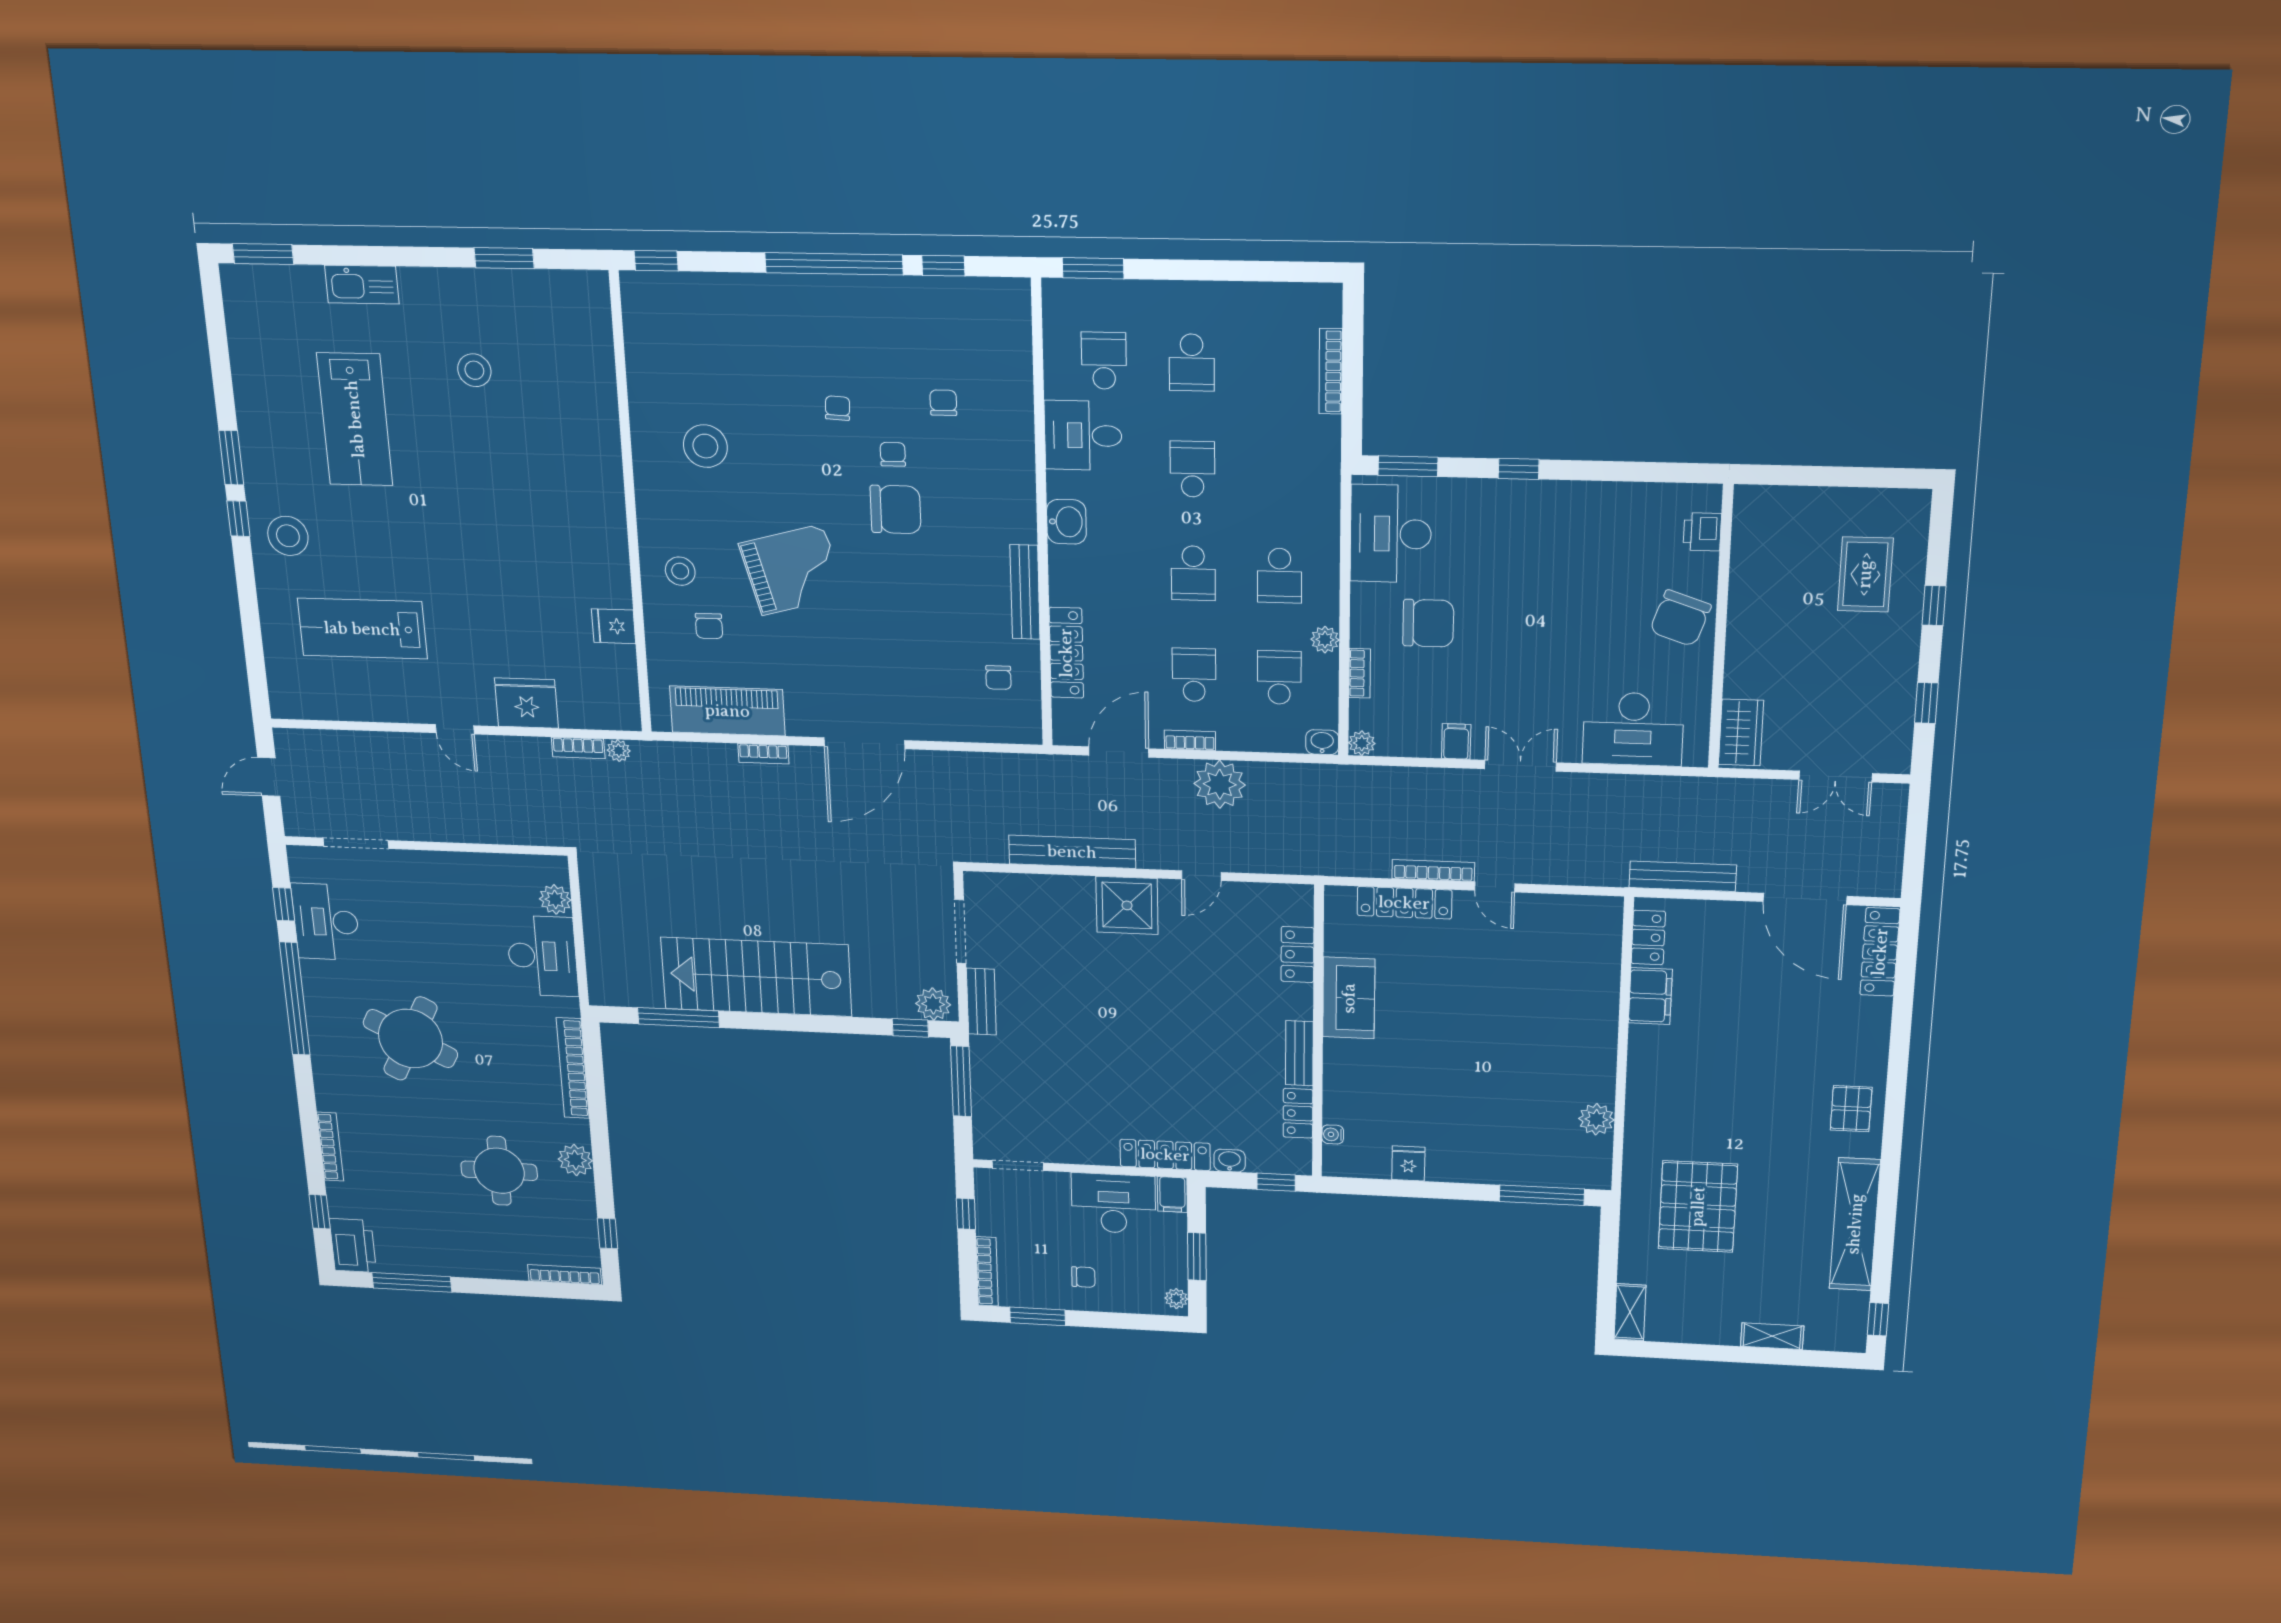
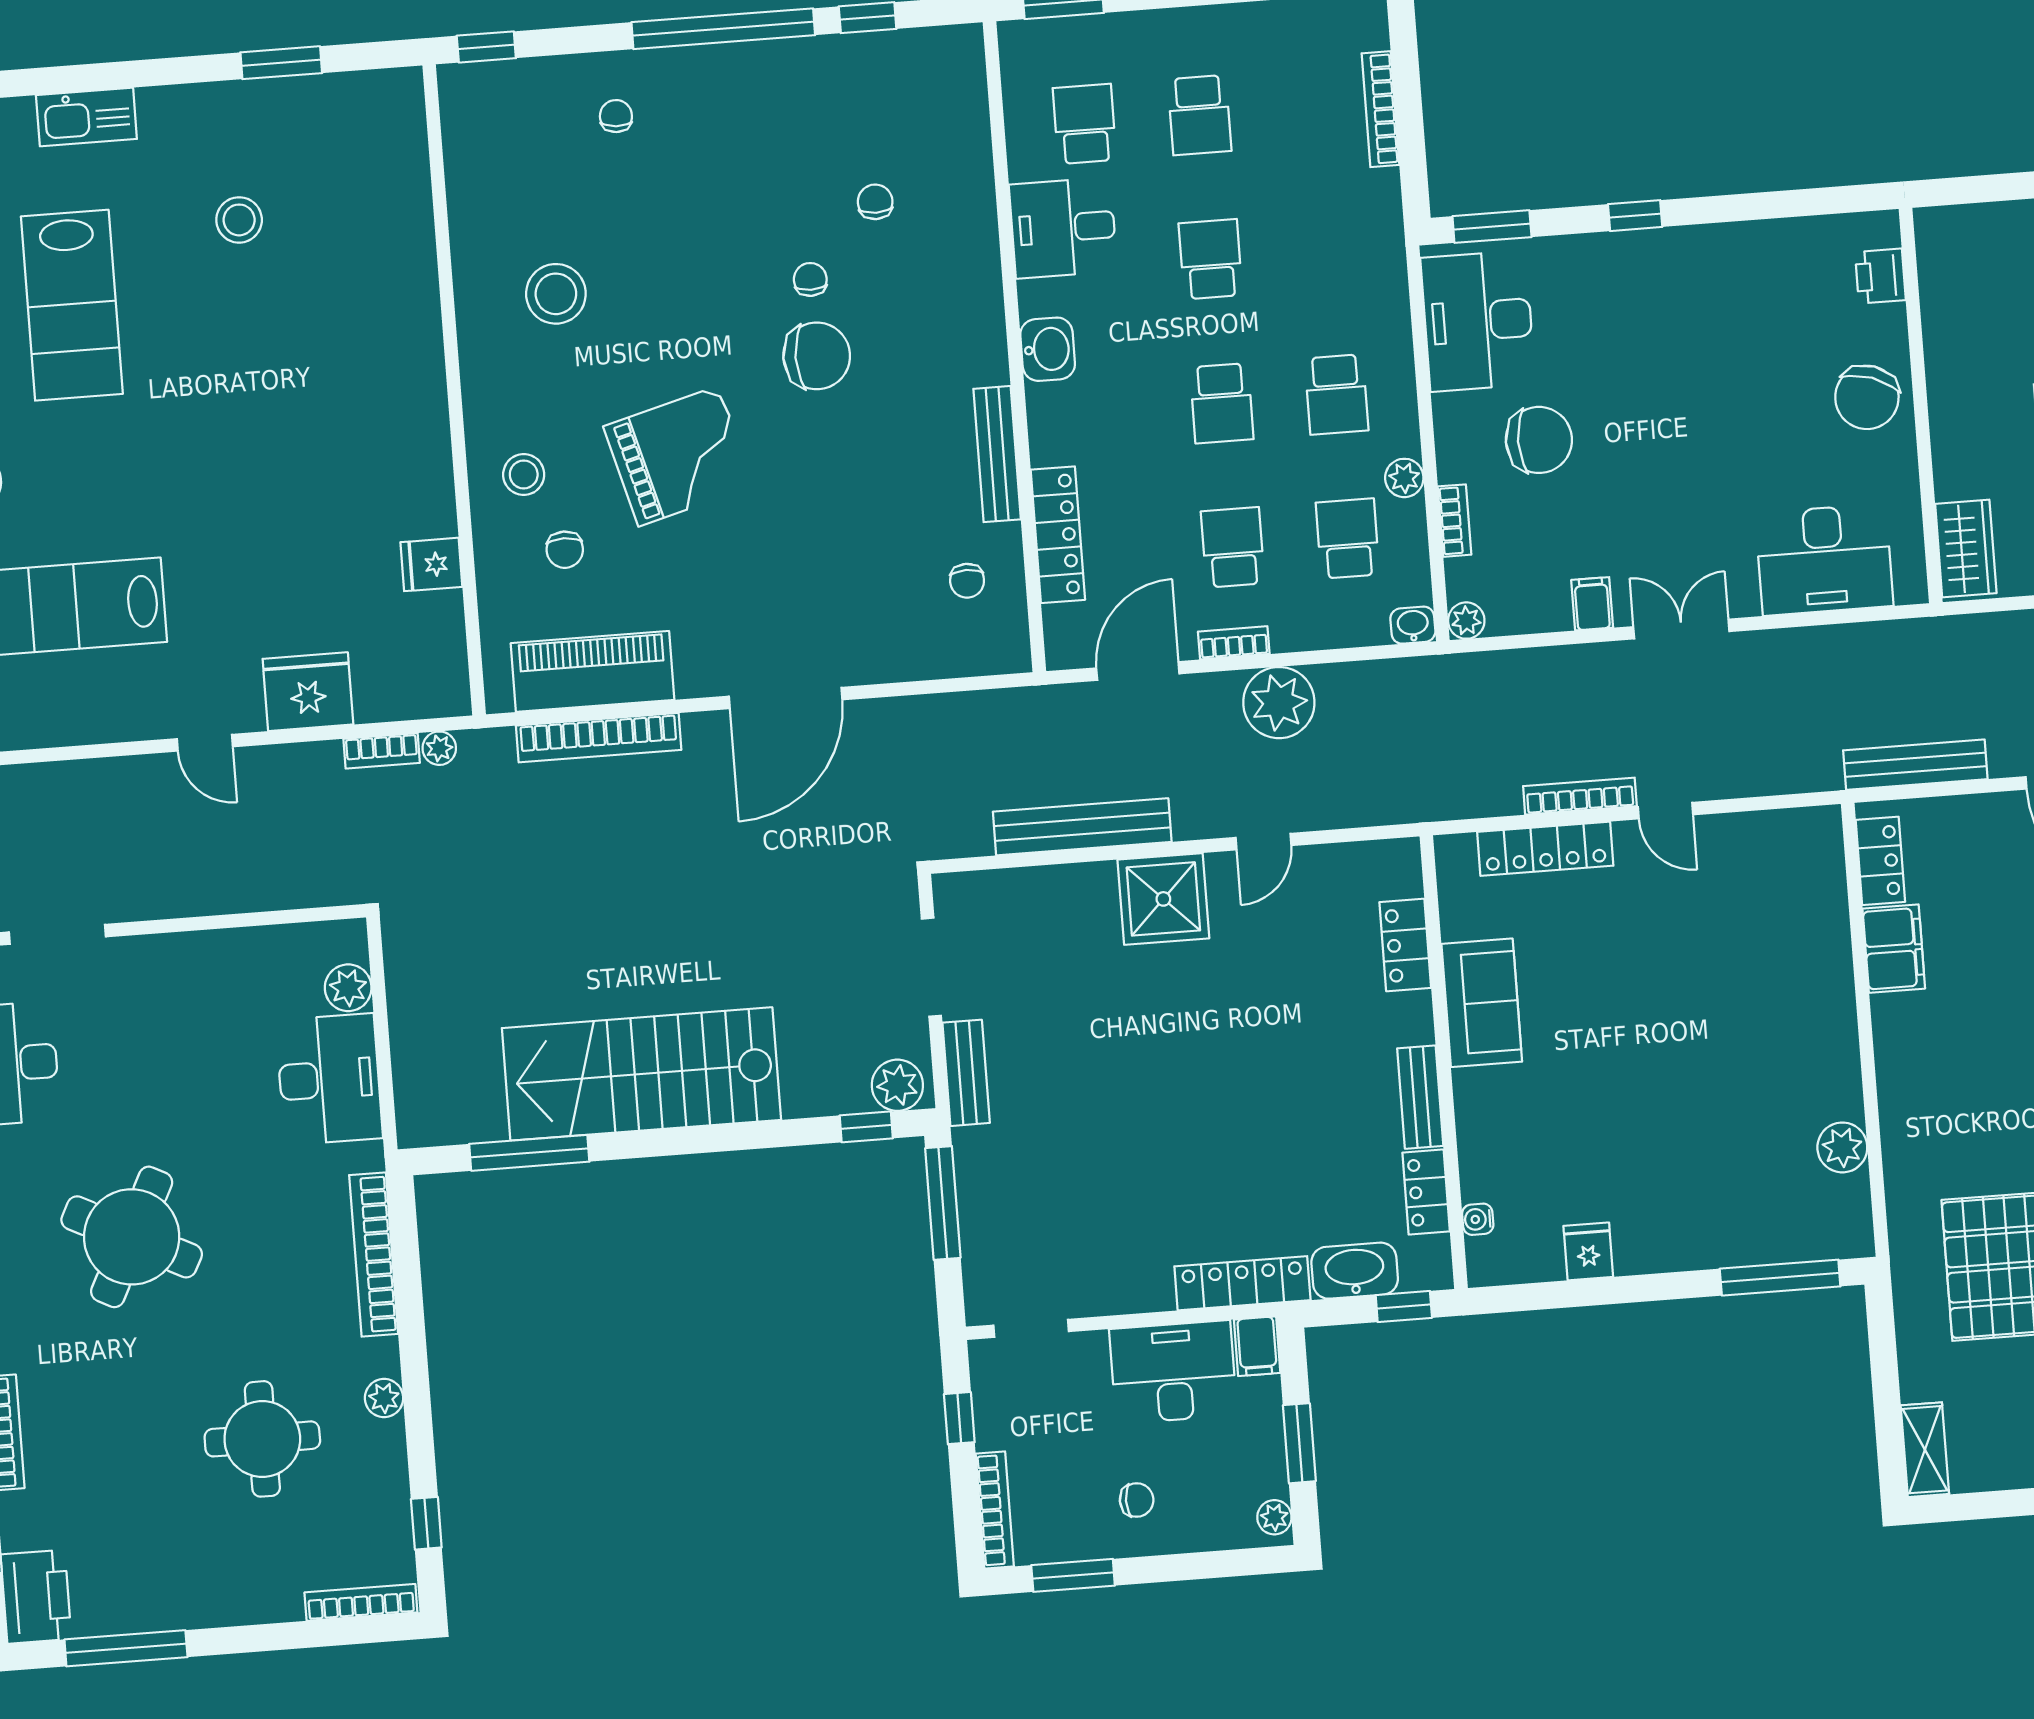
chair: (838, 408) -> (616, 116), moved
bookcase: (763, 754) -> (599, 738), width x2.31, depth x1.31
plant: (575, 1160) -> (384, 1398), width x0.73, depth x0.73
washbasin: (1230, 1161) -> (1355, 1271), width x1.91, depth x1.45

